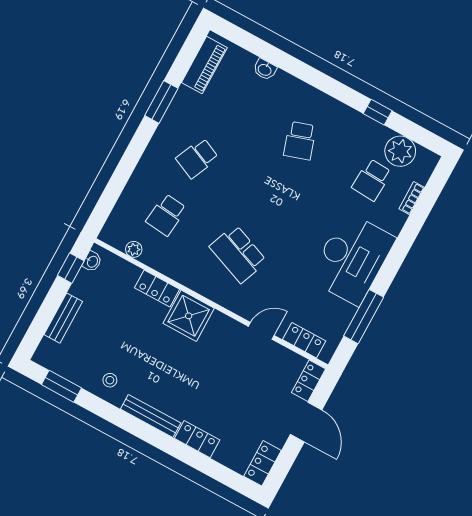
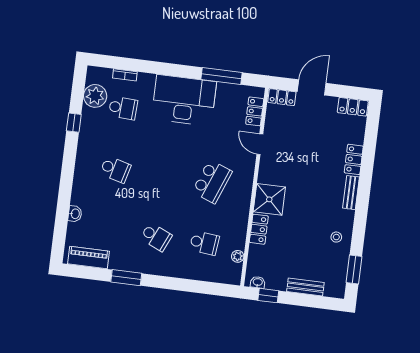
school desk: (300, 141) -> (115, 169), turned 33
bench: (151, 416) -> (351, 193), width x0.73

